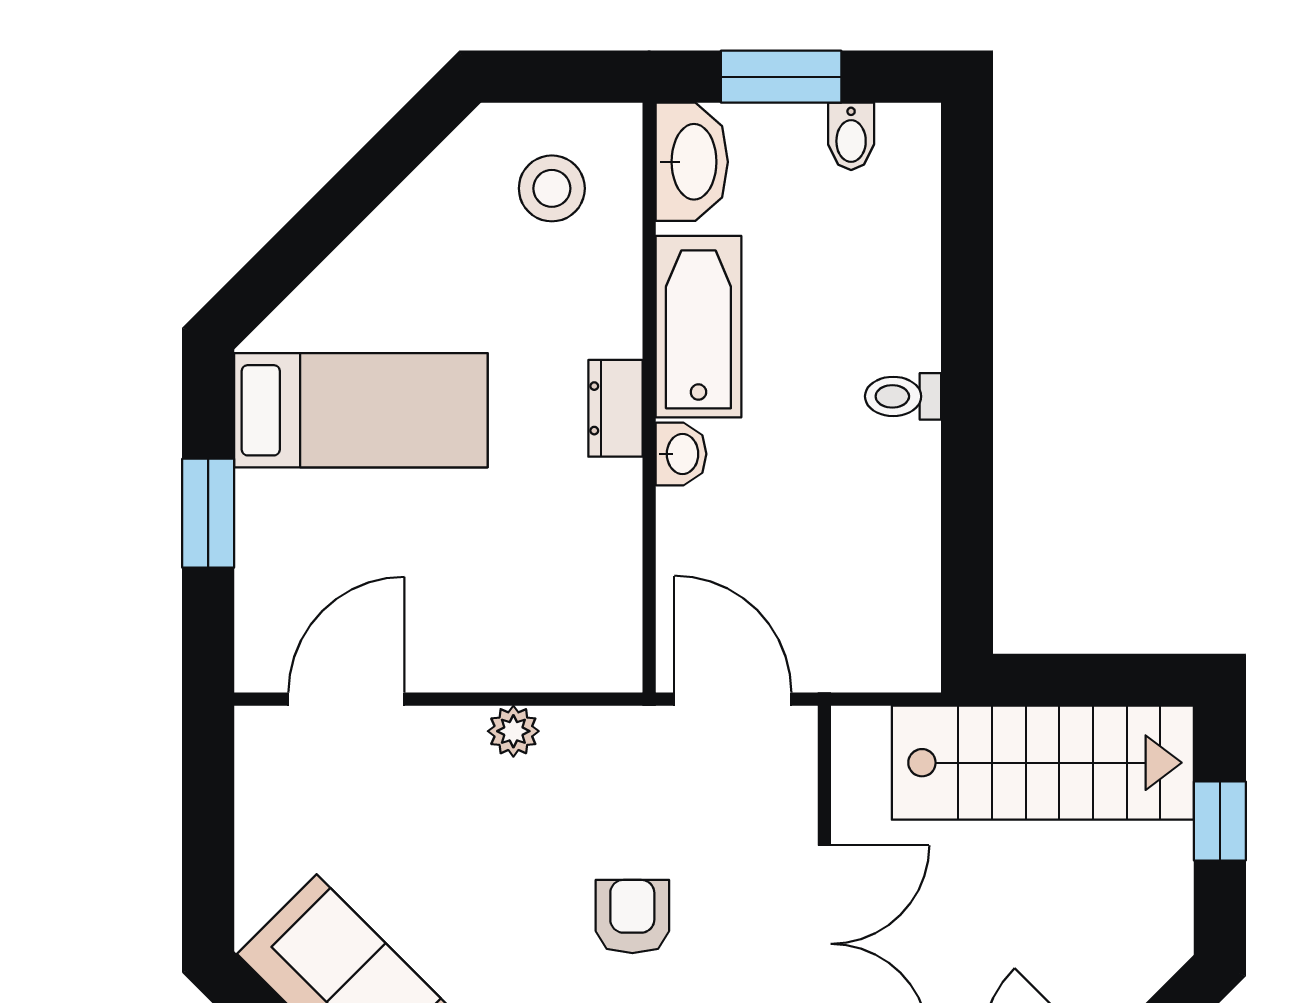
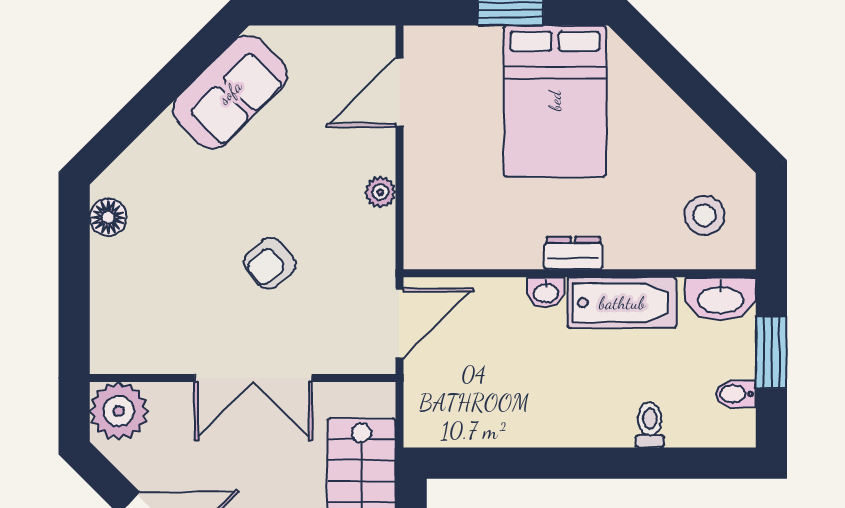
toilet: (903, 396) -> (650, 425), moved
bed: (361, 410) -> (555, 101), width x1.50
door: (346, 699) -> (399, 93), swing flipped
armchair: (632, 917) -> (270, 263), turned 140

